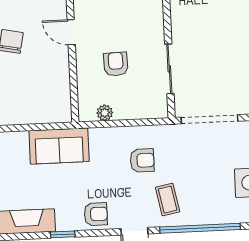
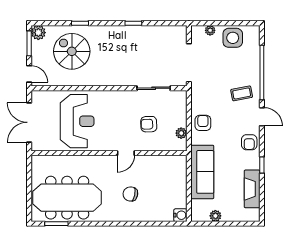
sofa: (59, 146) -> (202, 172), width x1.36
armchair: (142, 160) -> (203, 123), moved
armchair: (96, 214) -> (249, 142), turned 180

